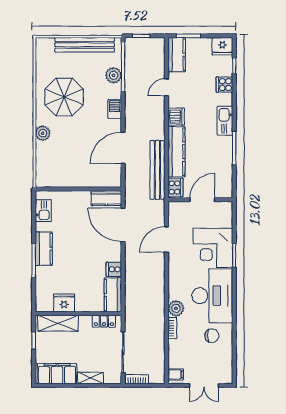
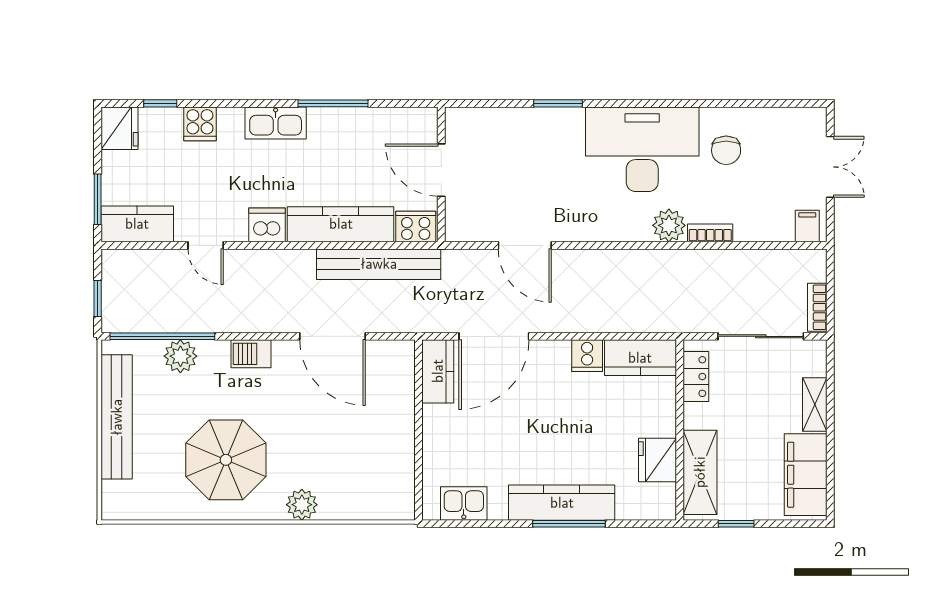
corner desk: (213, 248) -> (542, 148), removed
kitchen counter: (44, 249) -> (562, 503), width x1.50
chair: (212, 336) -> (726, 150), turned 180

